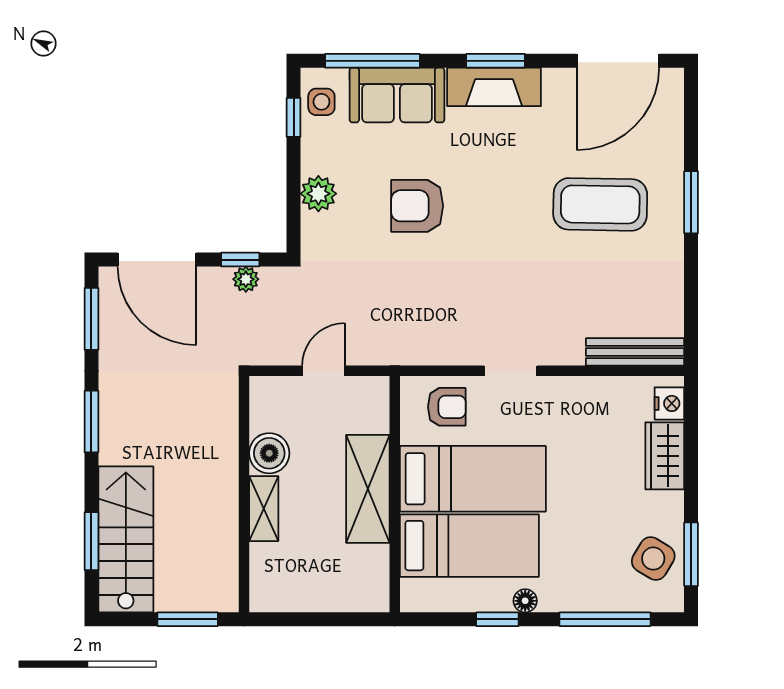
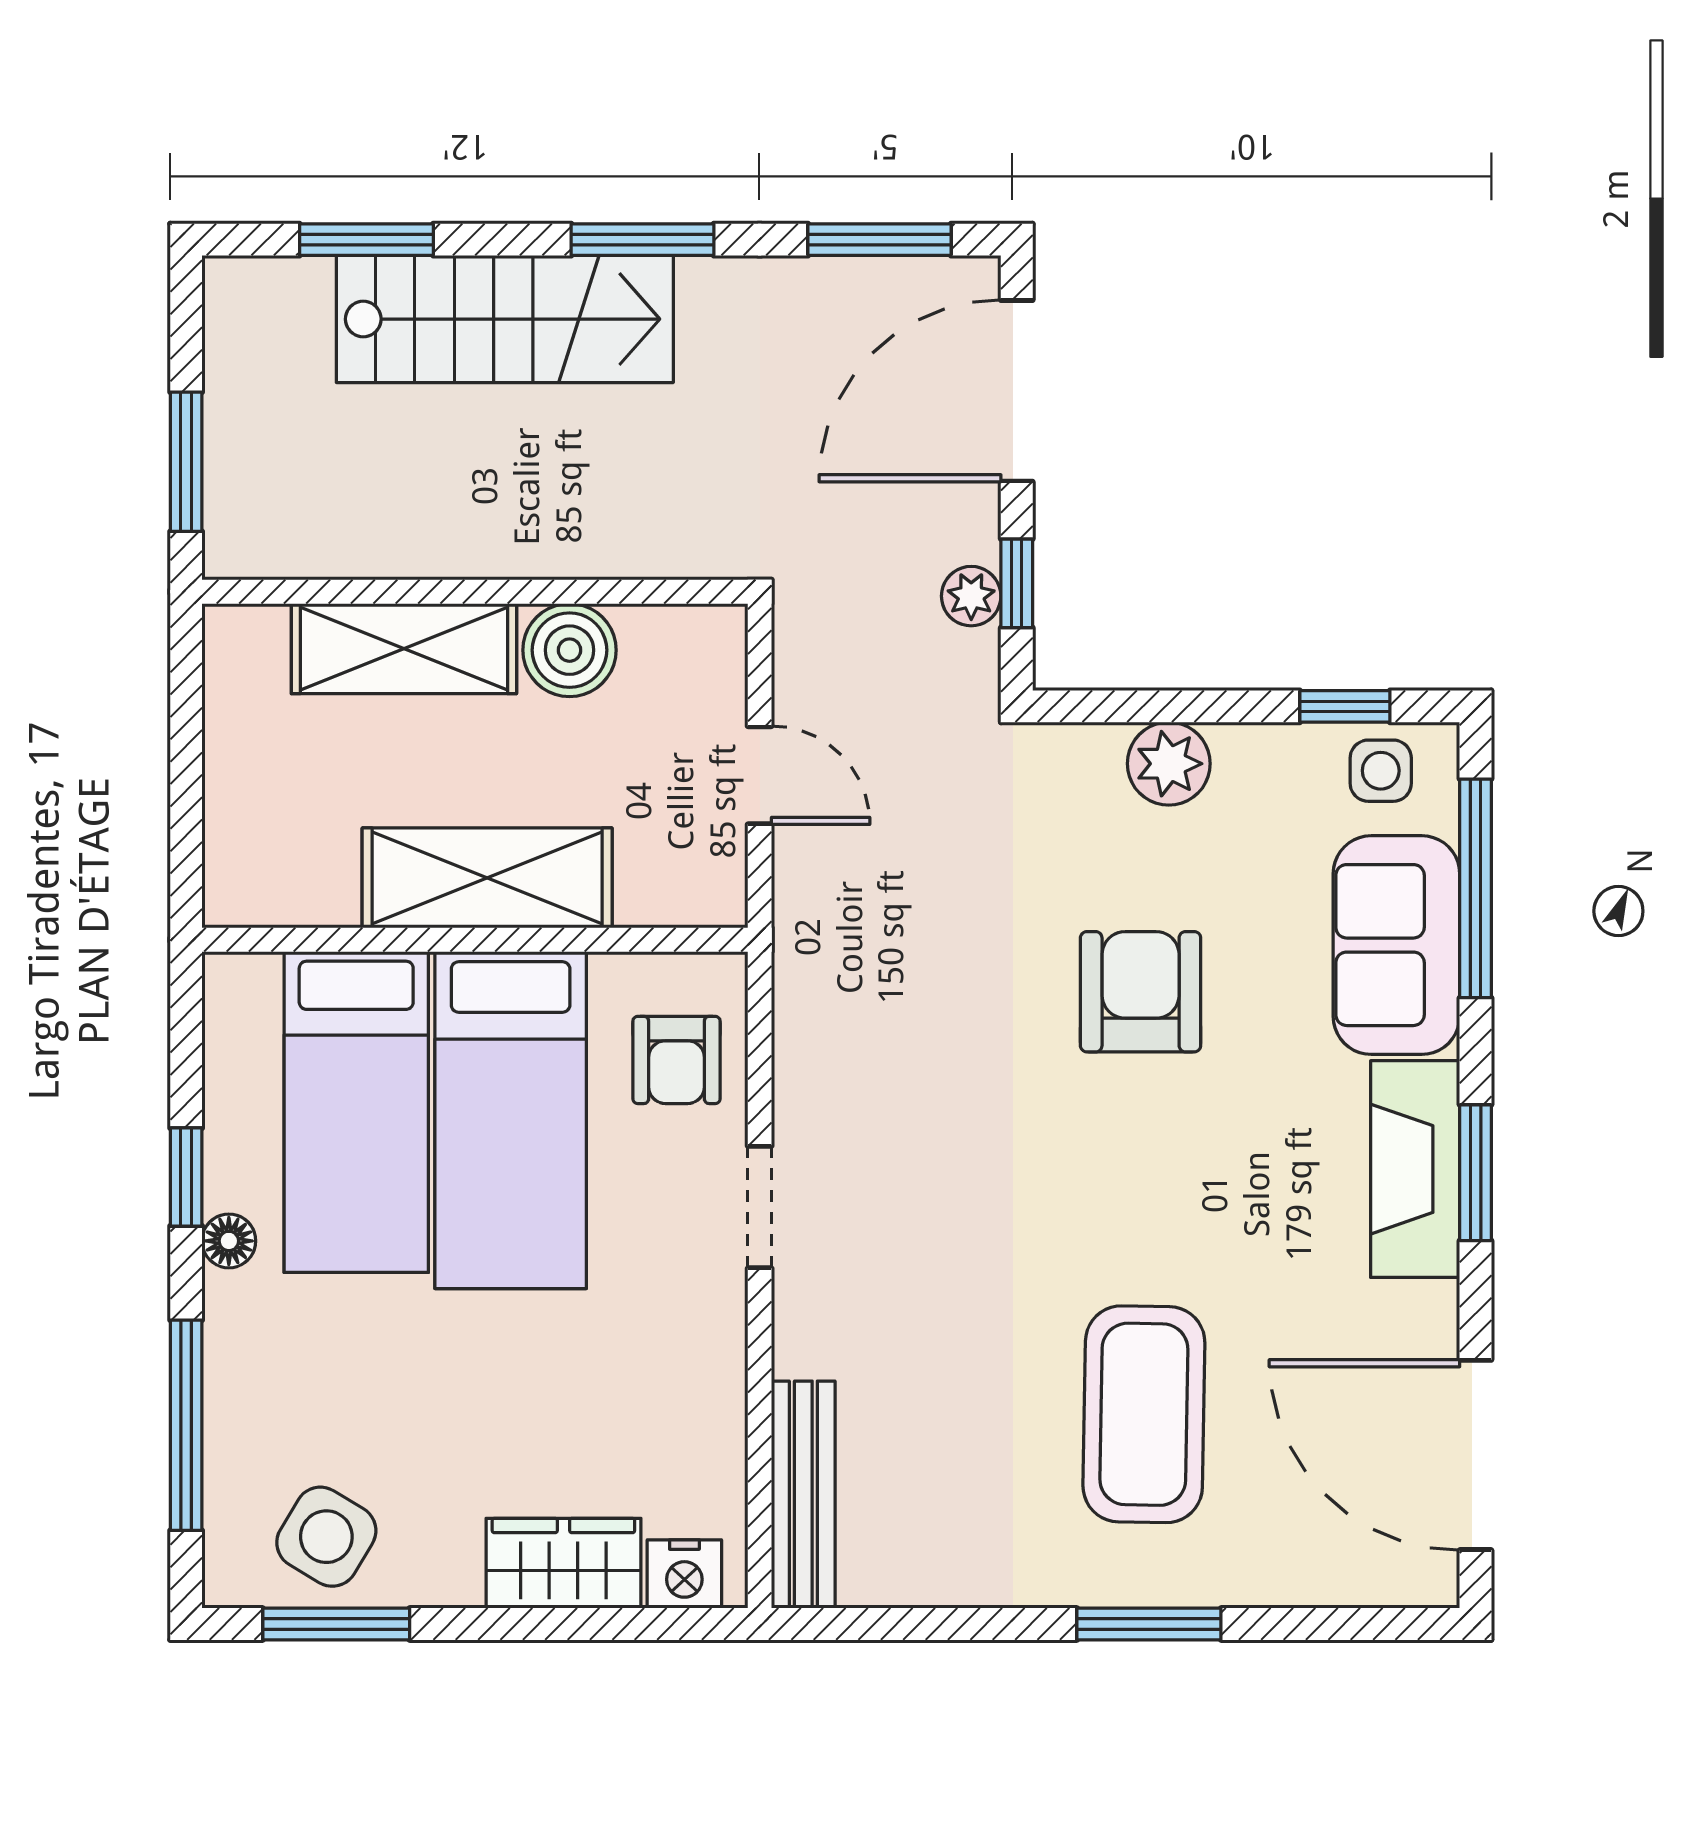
shelving: (264, 509) -> (404, 649), width x1.50, depth x1.33
stairs: (126, 539) -> (505, 319), moved

